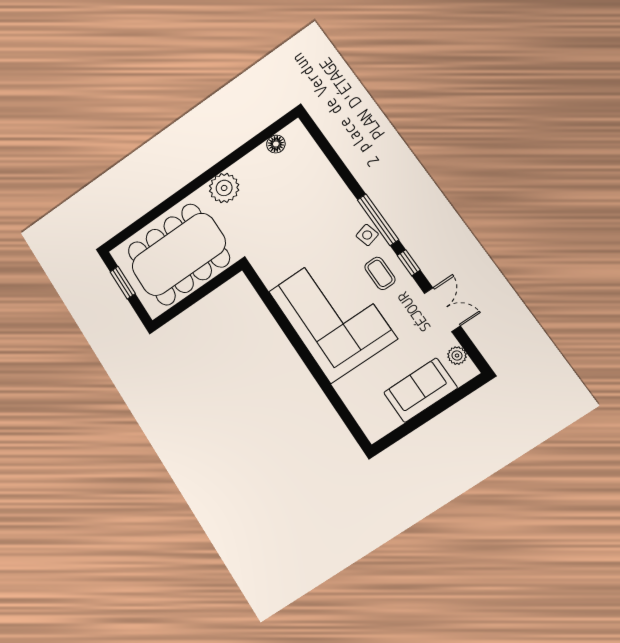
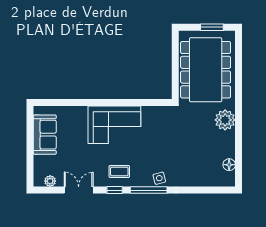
side table: (367, 235) -> (159, 178), moved
double door: (442, 310) -> (79, 190), swing flipped
corner sofa: (332, 315) -> (114, 125), width x0.73, depth x0.74
sofa: (420, 390) -> (45, 135), moved

